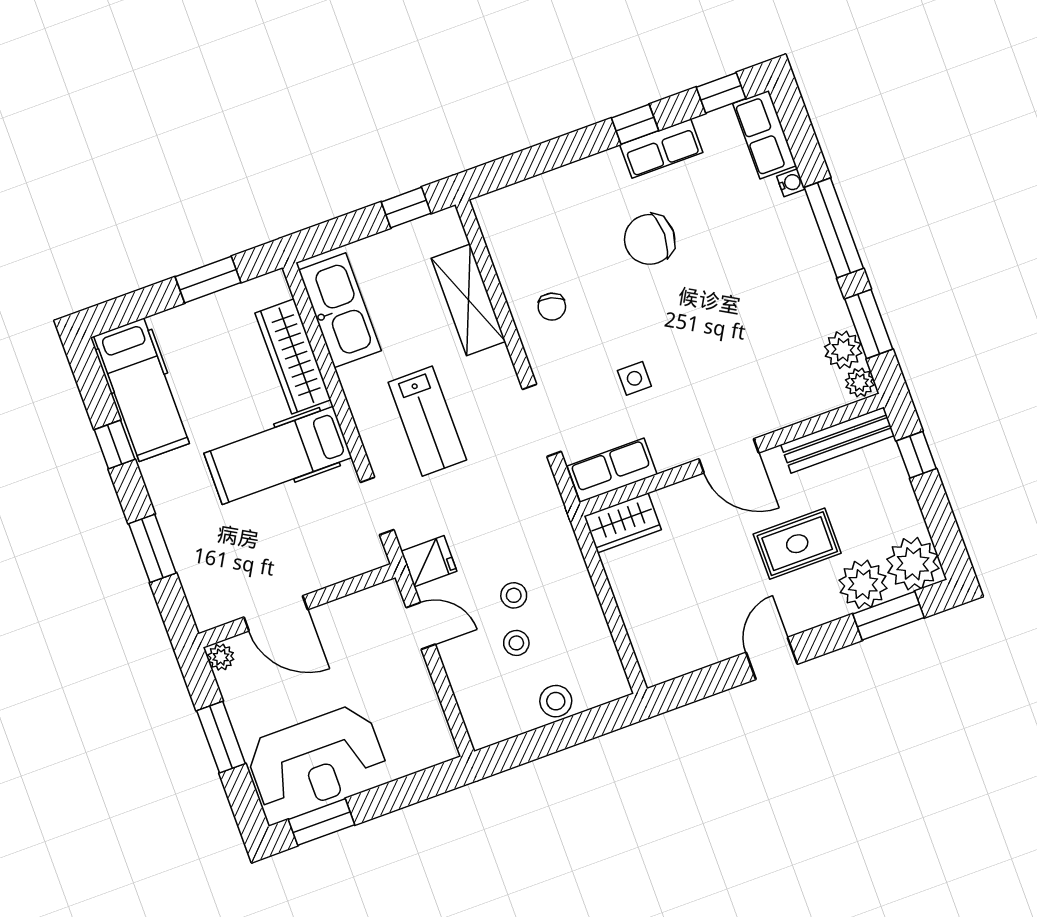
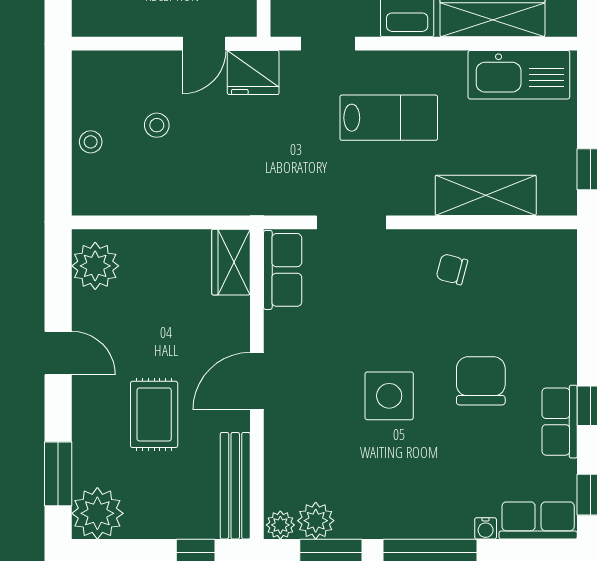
side table: (634, 378) -> (389, 396), moved, width x1.87, depth x1.87
lab bench: (427, 421) -> (389, 118), turned 180
fridge: (429, 561) -> (253, 73), width x1.38
plant: (863, 584) -> (95, 266), moved
stool: (514, 595) -> (201, 139), removed
stool: (556, 701) -> (91, 142), width x0.73, depth x0.73

